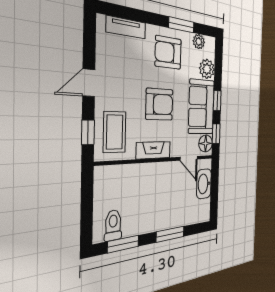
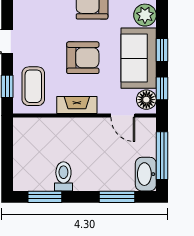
washbasin: (204, 184) -> (146, 174), moved
window: (214, 191) -> (162, 156), added
toilet: (113, 225) -> (63, 176), moved
window: (170, 234) -> (117, 197), moved

